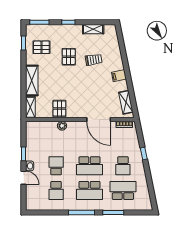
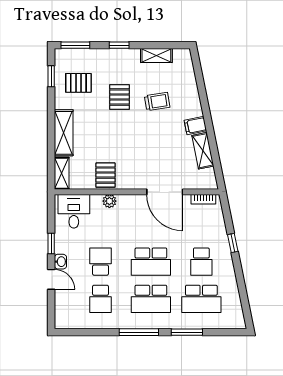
shelving: (126, 102) -> (203, 151), moved
desk: (38, 132) -> (74, 211), added
school desk: (123, 190) -> (201, 299), turned 180

